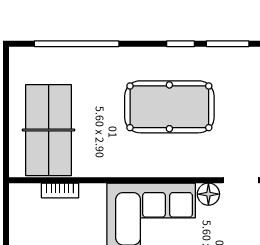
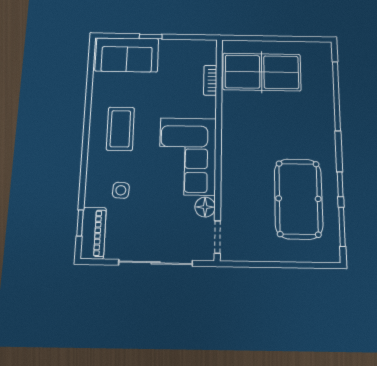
pool table: (169, 107) -> (298, 199), moved

